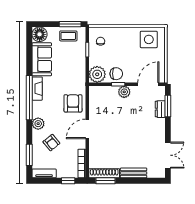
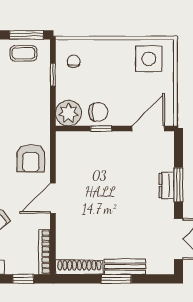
plant: (124, 92) -> (111, 140), removed
armchair: (73, 103) -> (31, 158), turned 180
window: (168, 106) -> (178, 185), moved
dresser: (160, 109) -> (167, 185), moved
window: (105, 181) -> (116, 279), moved

